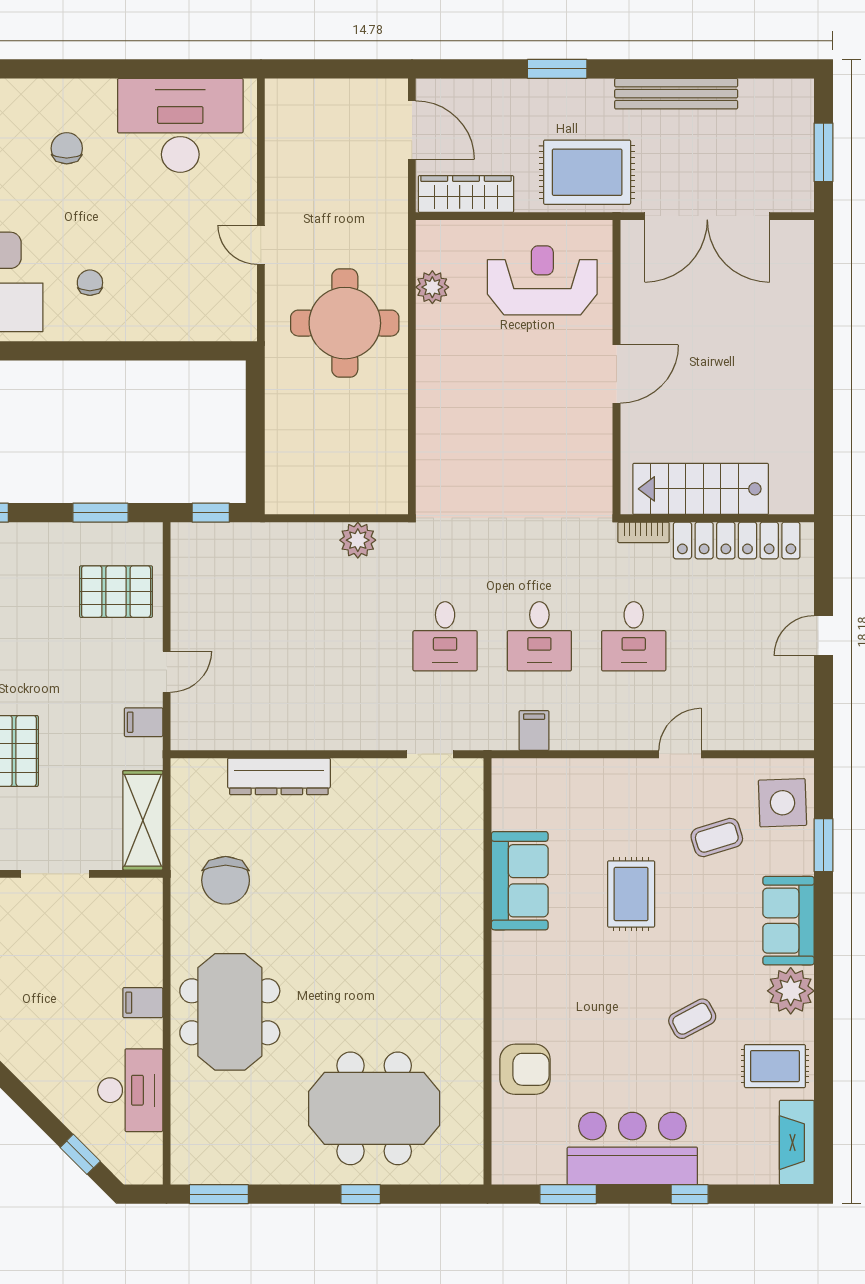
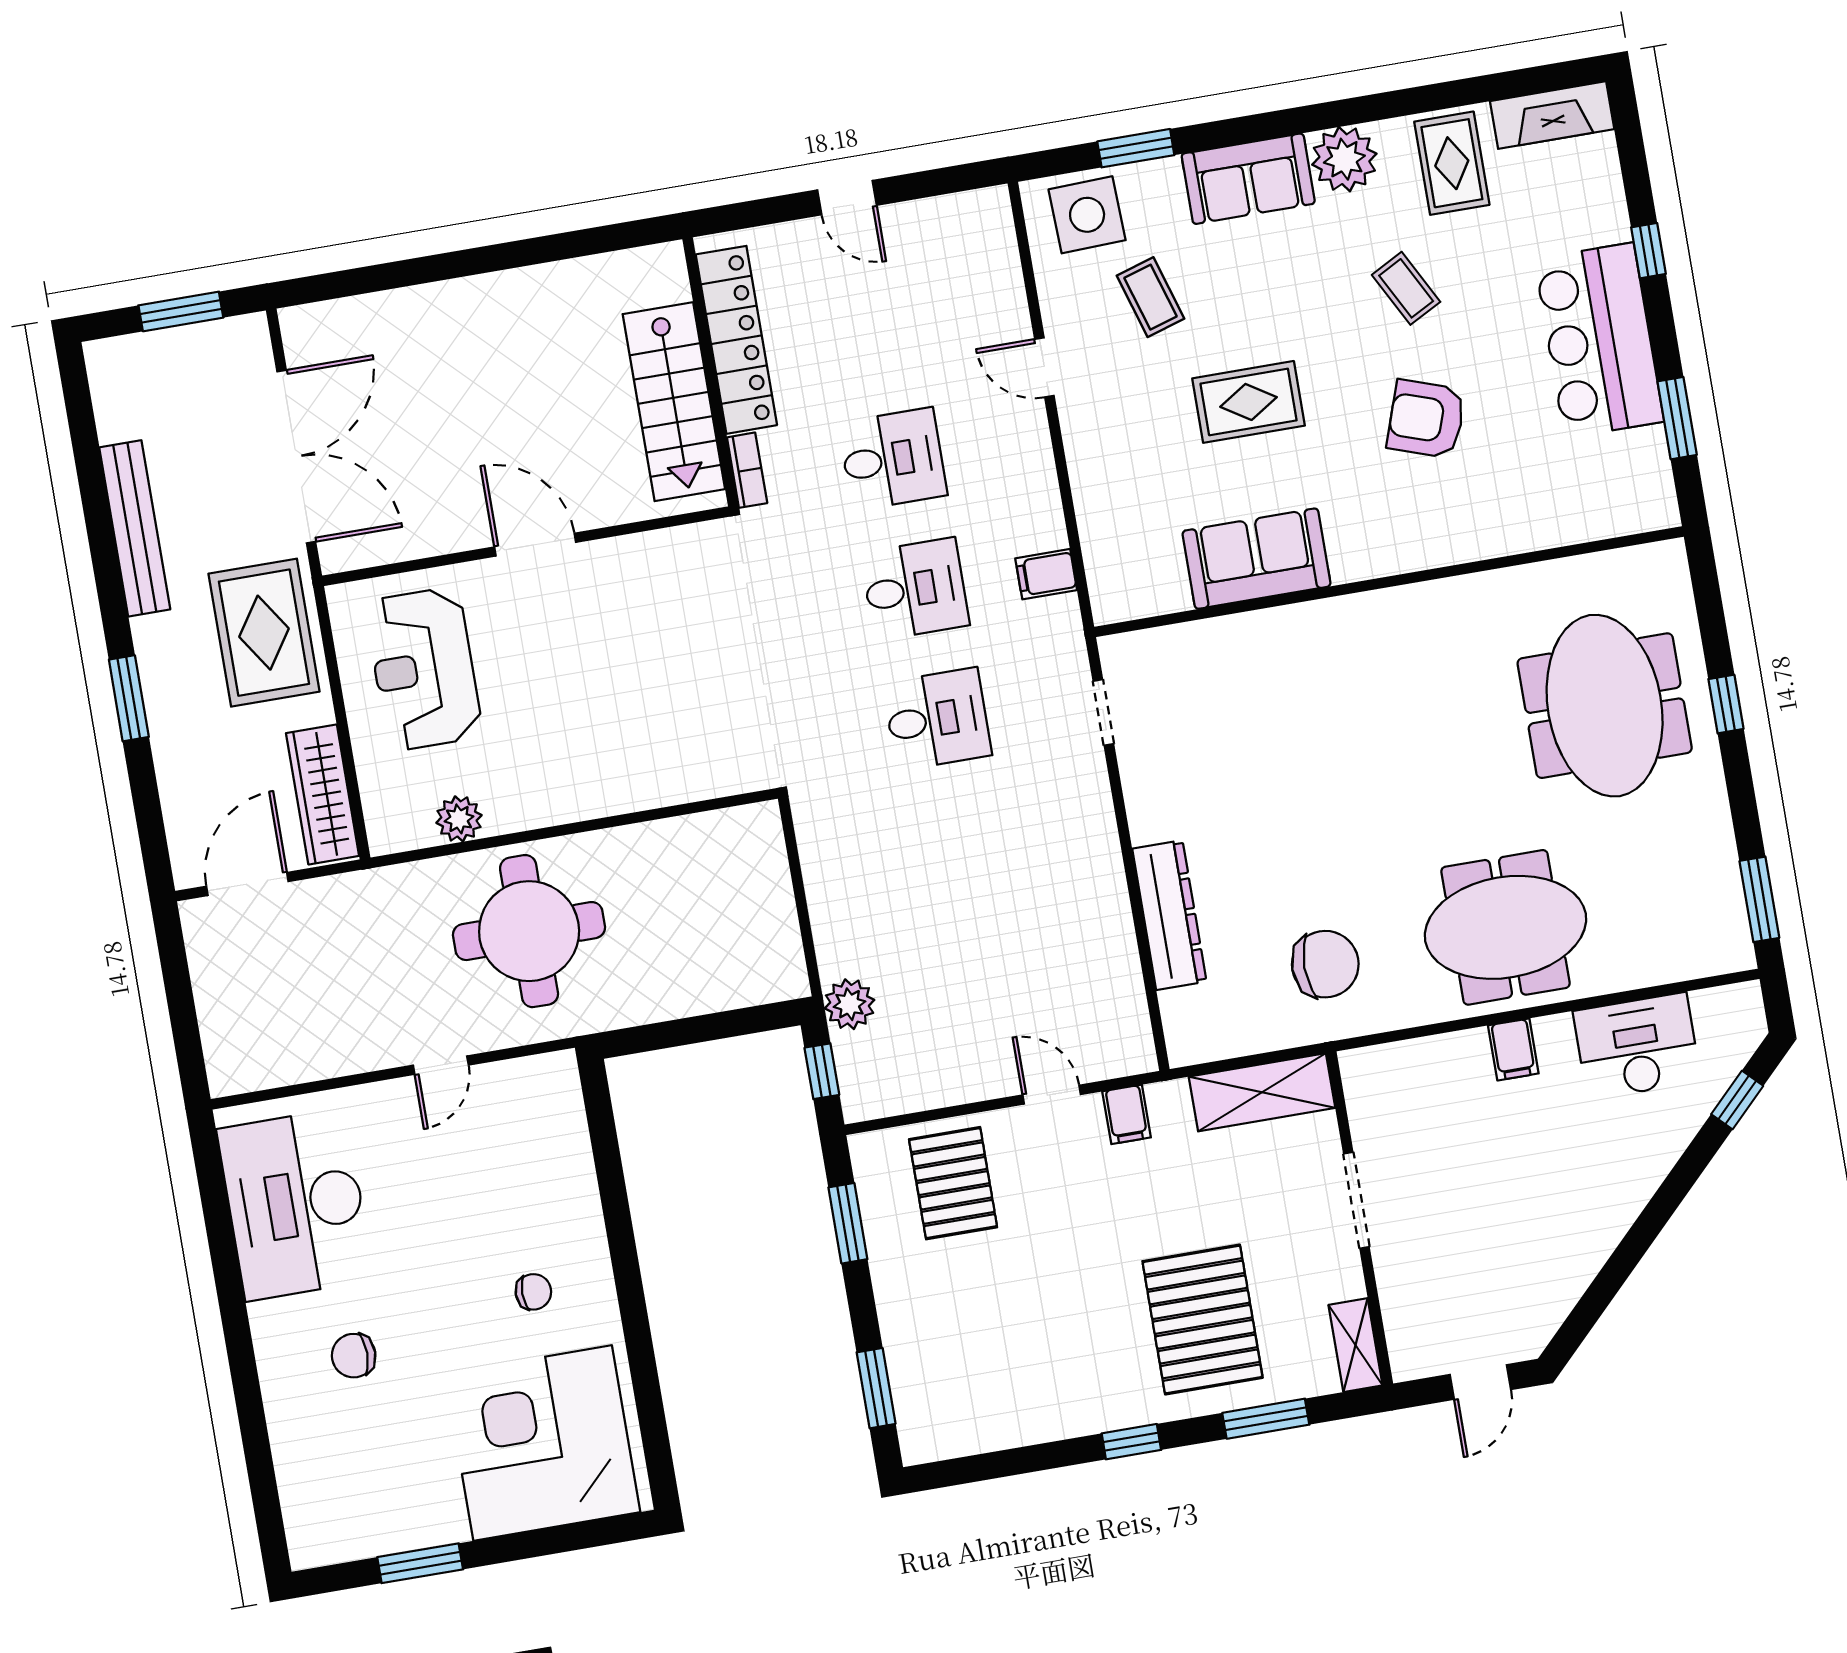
chair: (90, 283) -> (533, 1292), turned 180
plant: (358, 540) -> (850, 1004), moved
armchair: (525, 1069) -> (1426, 419), moved, turned -71

